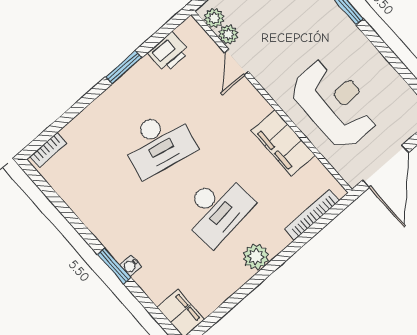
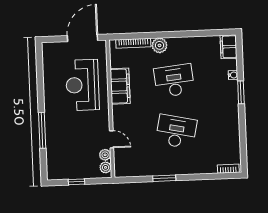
printer: (169, 52) -> (138, 169), removed
door: (237, 62) -> (112, 139), hinge flipped
plant: (256, 257) -> (159, 45), moved
water cooler: (131, 266) -> (233, 75), moved

